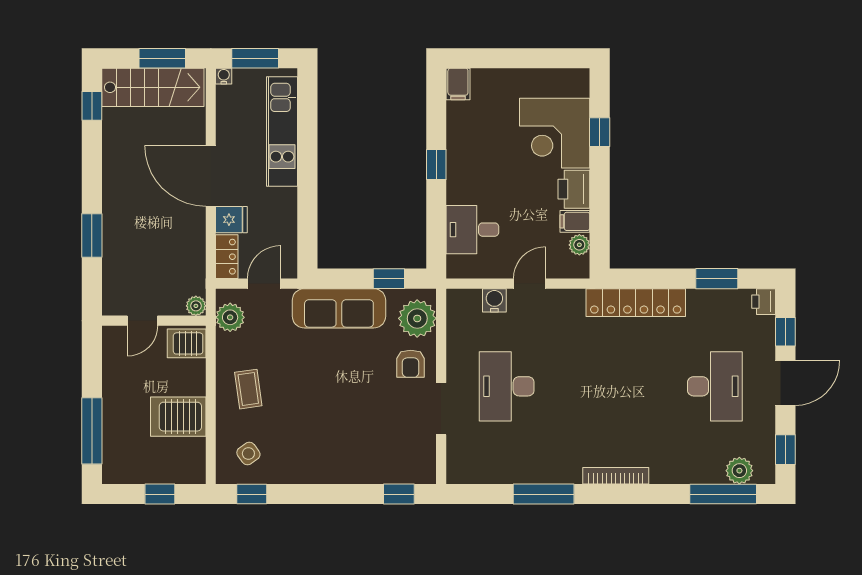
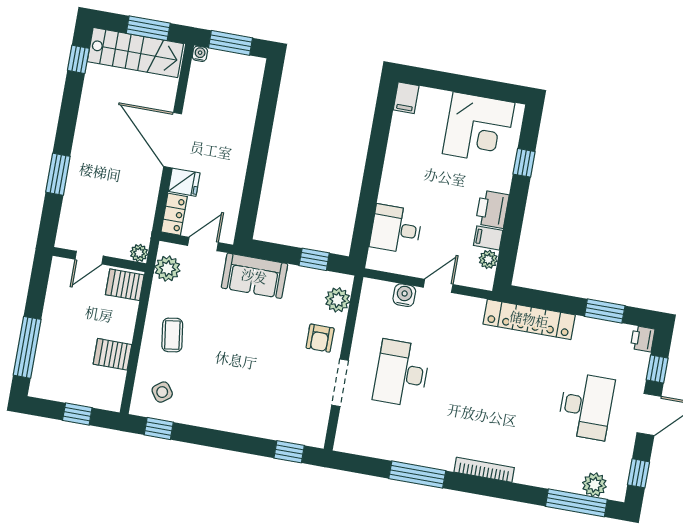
kitchen unit: (282, 131) -> (243, 112), removed
corner desk: (555, 133) -> (479, 128), moved, turned -90
window: (436, 165) -> (374, 166), removed
sofa: (339, 308) -> (254, 276), width x0.73
plant: (417, 318) -> (338, 300), width x0.73, depth x0.73
server rack: (178, 417) -> (112, 354), width x0.73, depth x0.70

